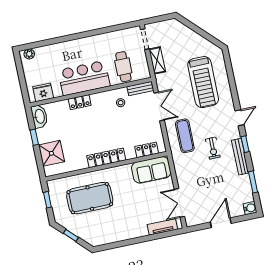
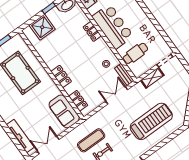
treadmill: (203, 82) -> (151, 121), turned 180
double door: (159, 106) -> (117, 95), swing flipped
exercise mat: (185, 136) -> (91, 140), moved
locker: (106, 158) -> (61, 76), width x0.66
tv unit: (162, 227) -> (20, 136), width x1.41

